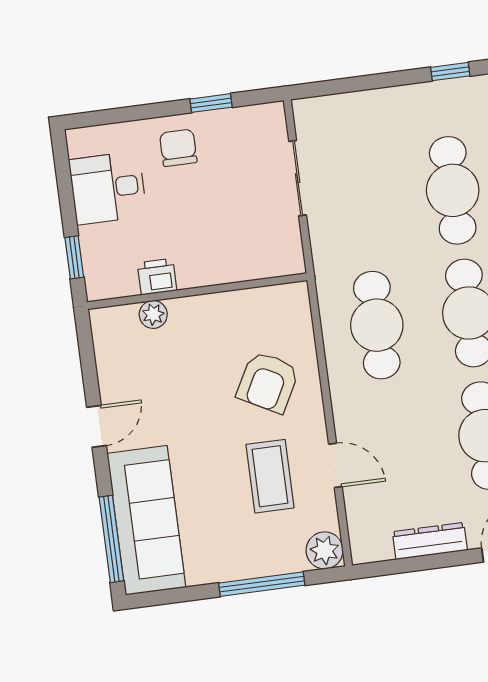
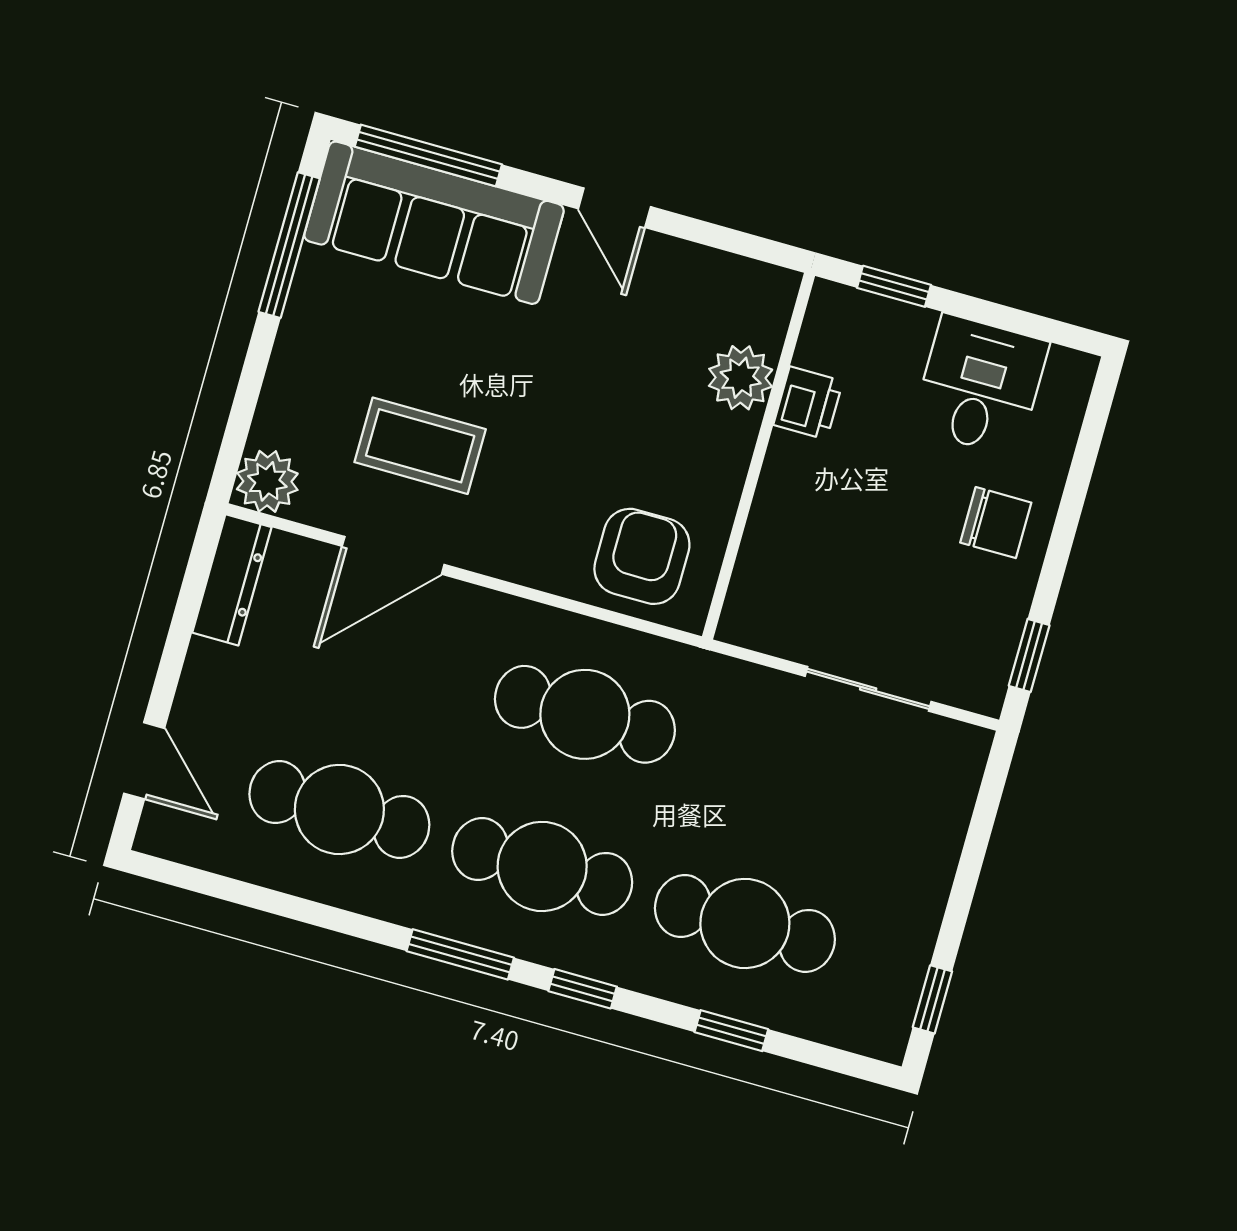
window: (211, 103) -> (1029, 655), moved
plant: (153, 314) -> (741, 378), width x1.38, depth x1.38
armchair: (268, 382) -> (642, 556), moved, turned 62
door: (335, 465) -> (393, 555), width x1.38
dresser: (430, 541) -> (232, 580), moved
window: (262, 584) -> (289, 245), moved

